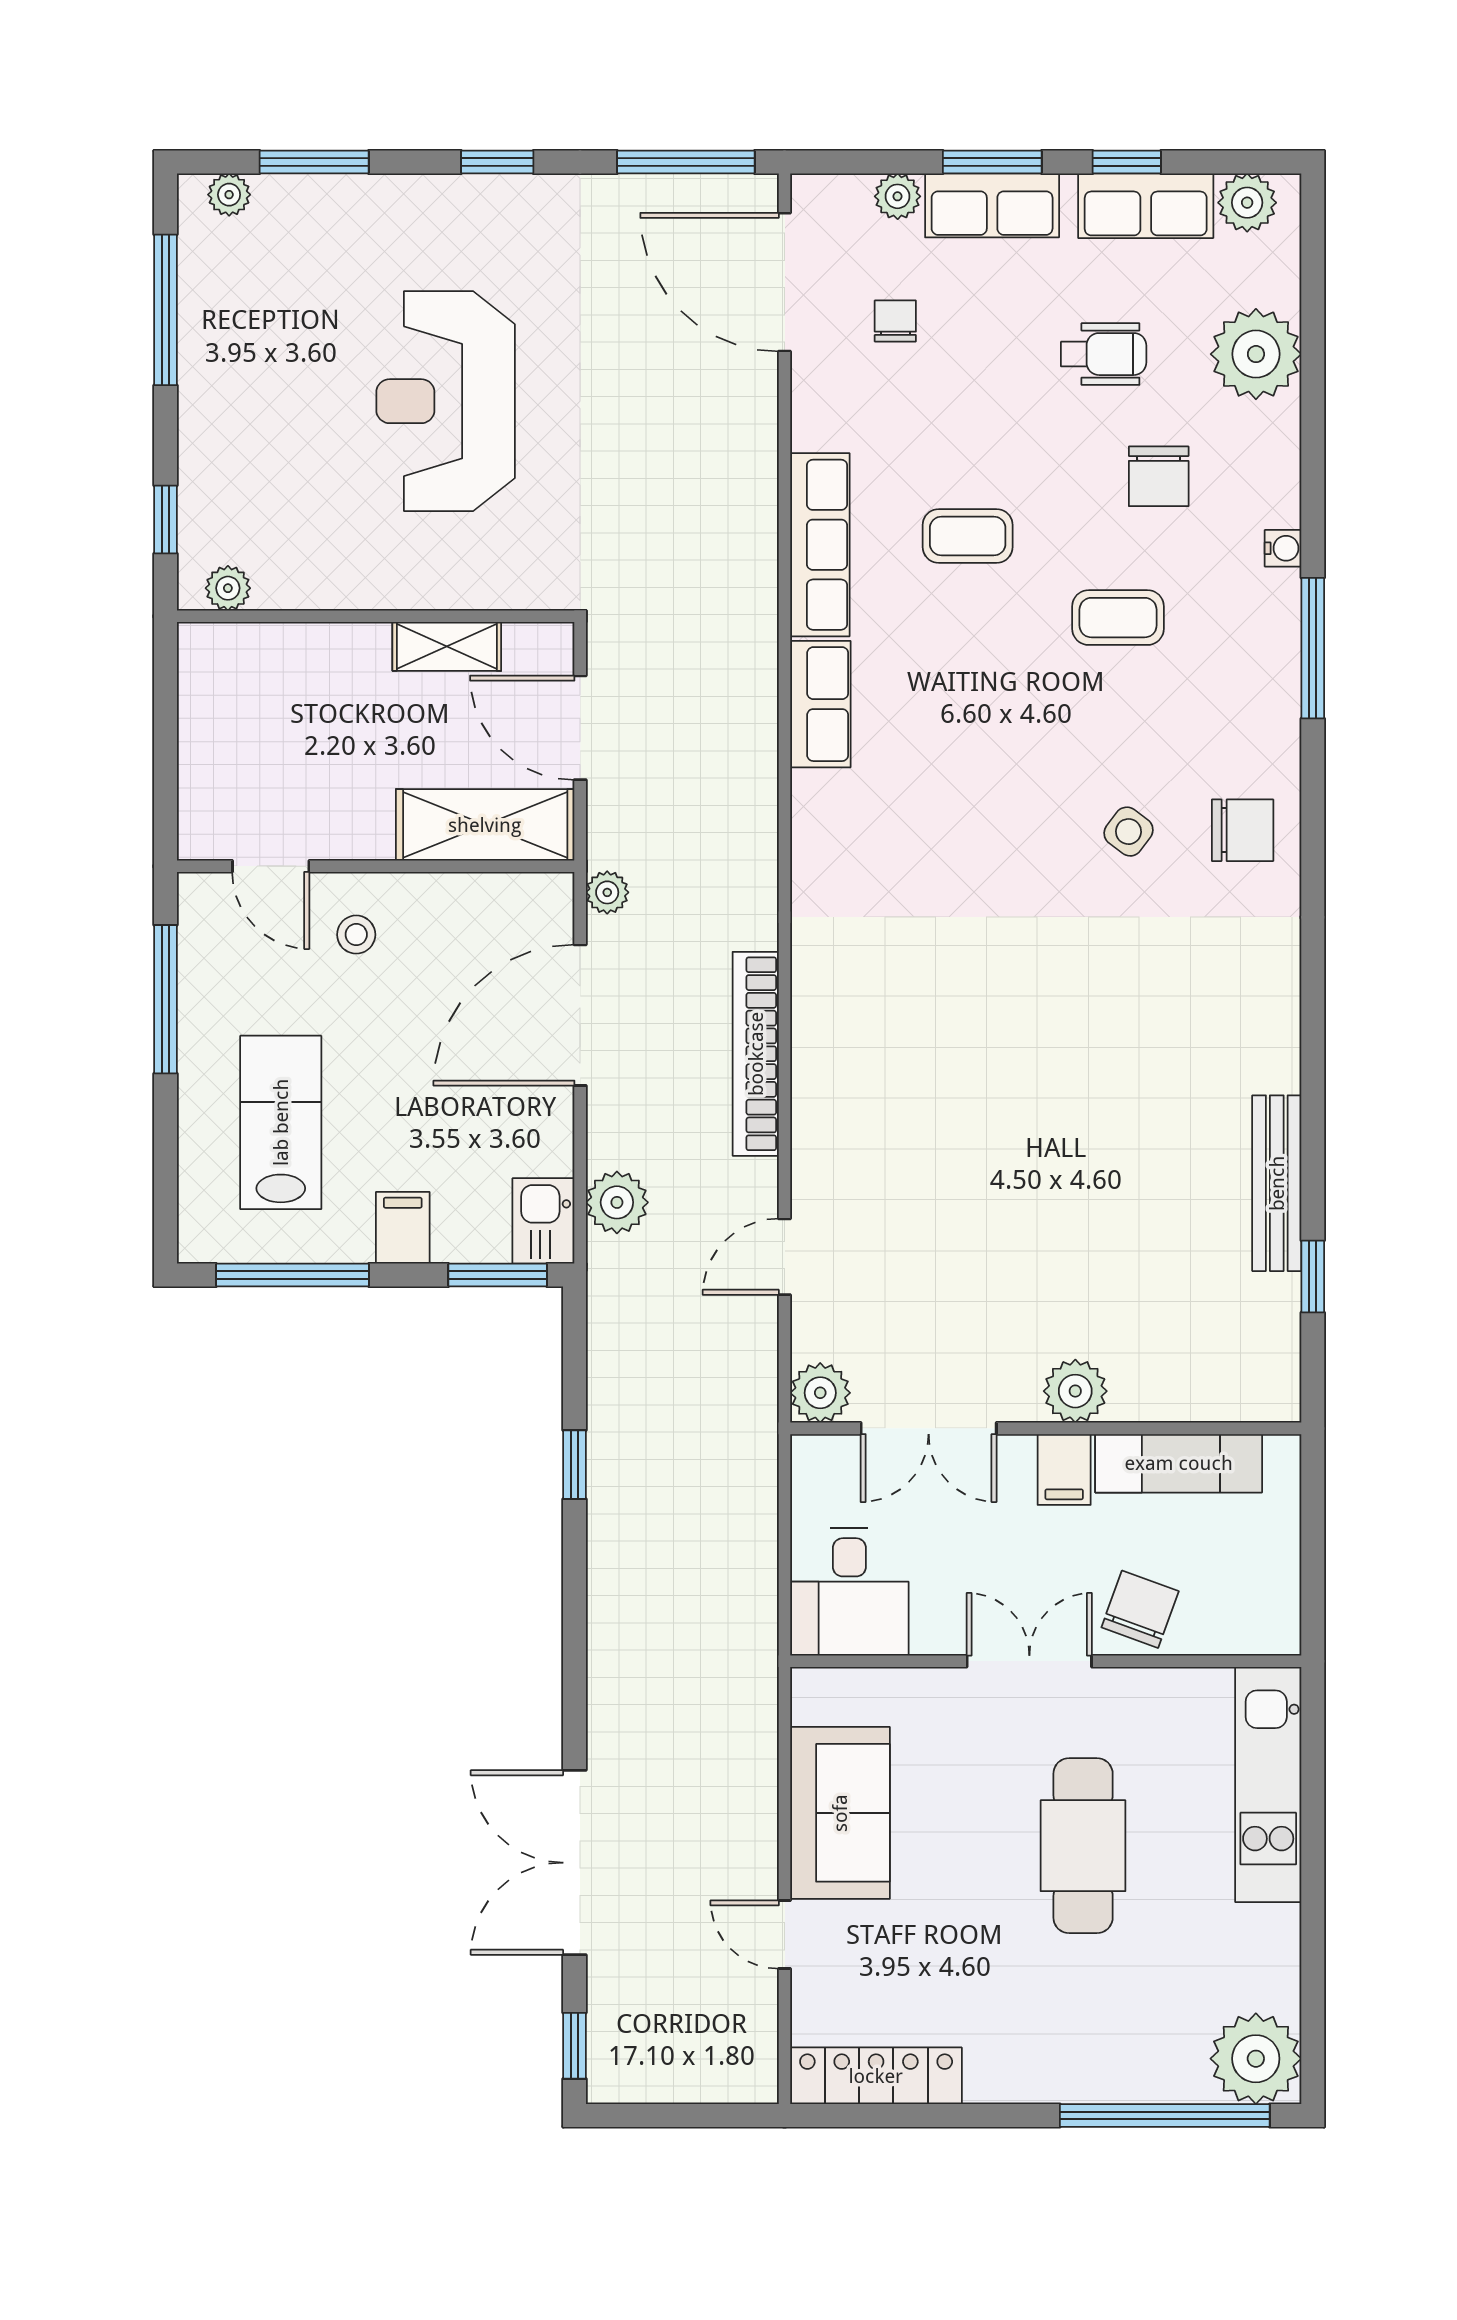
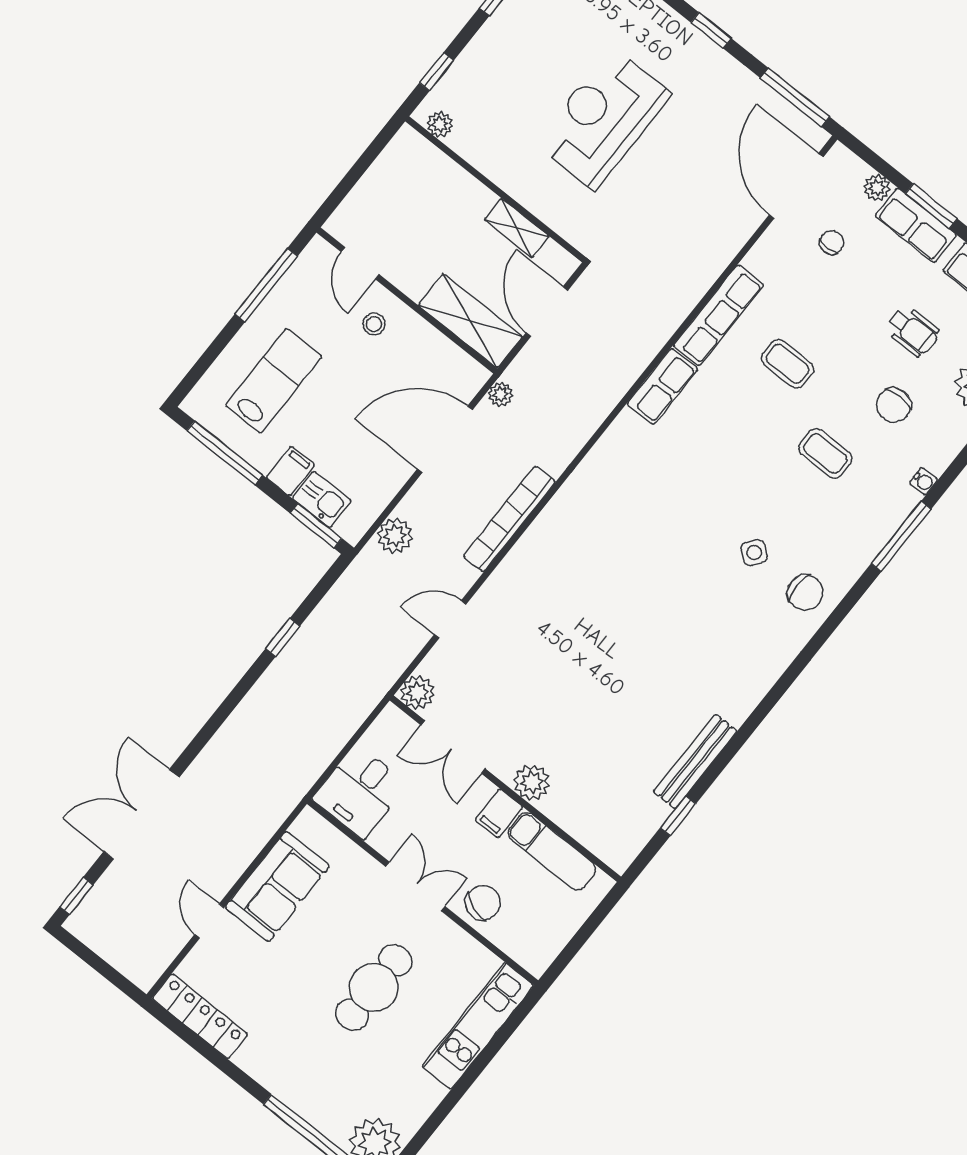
kitchen sink: (543, 1221) -> (322, 500), moved, turned 90

